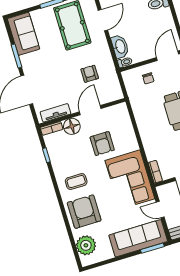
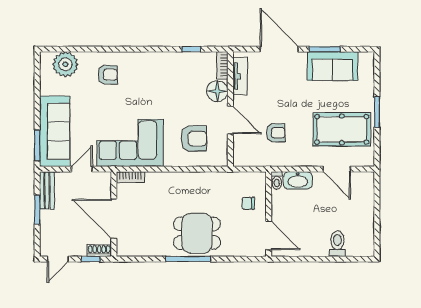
sofa: (24, 34) -> (332, 66), moved
armchair: (102, 144) -> (194, 139), moved, turned 180
coffee table: (76, 182) -> (148, 76), removed
armchair: (84, 212) -> (108, 75), width x0.53, depth x0.53

